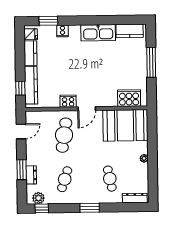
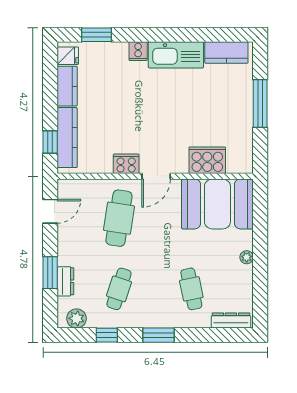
cooker: (62, 31) -> (138, 51), moved
cooker: (129, 98) -> (207, 160), moved
window: (42, 208) -> (107, 335), moved

